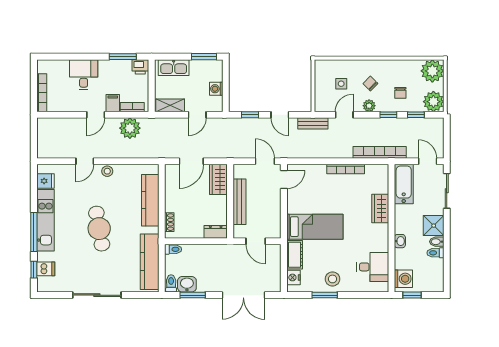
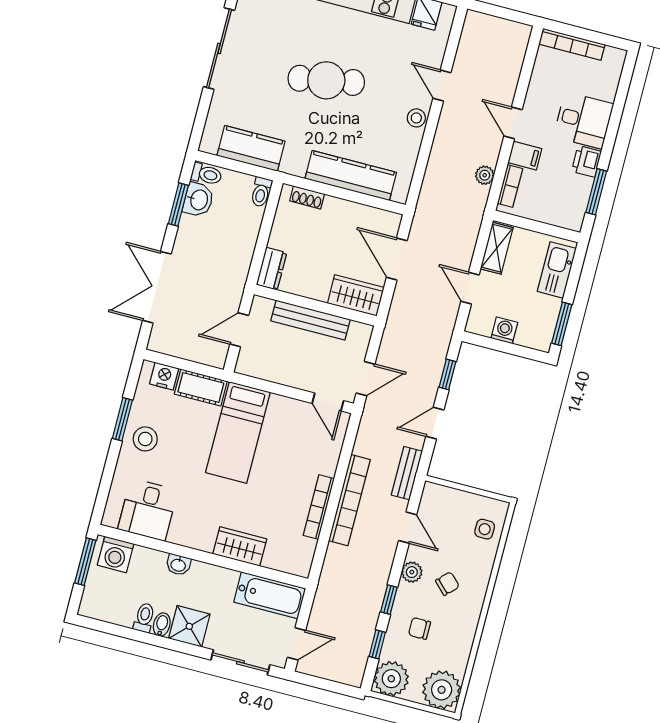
printer: (140, 67) -> (586, 161), moved
side table: (341, 84) -> (485, 529), moved
plant: (130, 128) -> (485, 175), width x0.53, depth x0.53
bookcase: (380, 152) -> (349, 500), moved
kitchen counter: (150, 262) -> (251, 148), width x0.67
window: (412, 295) -> (85, 562), width x1.50

